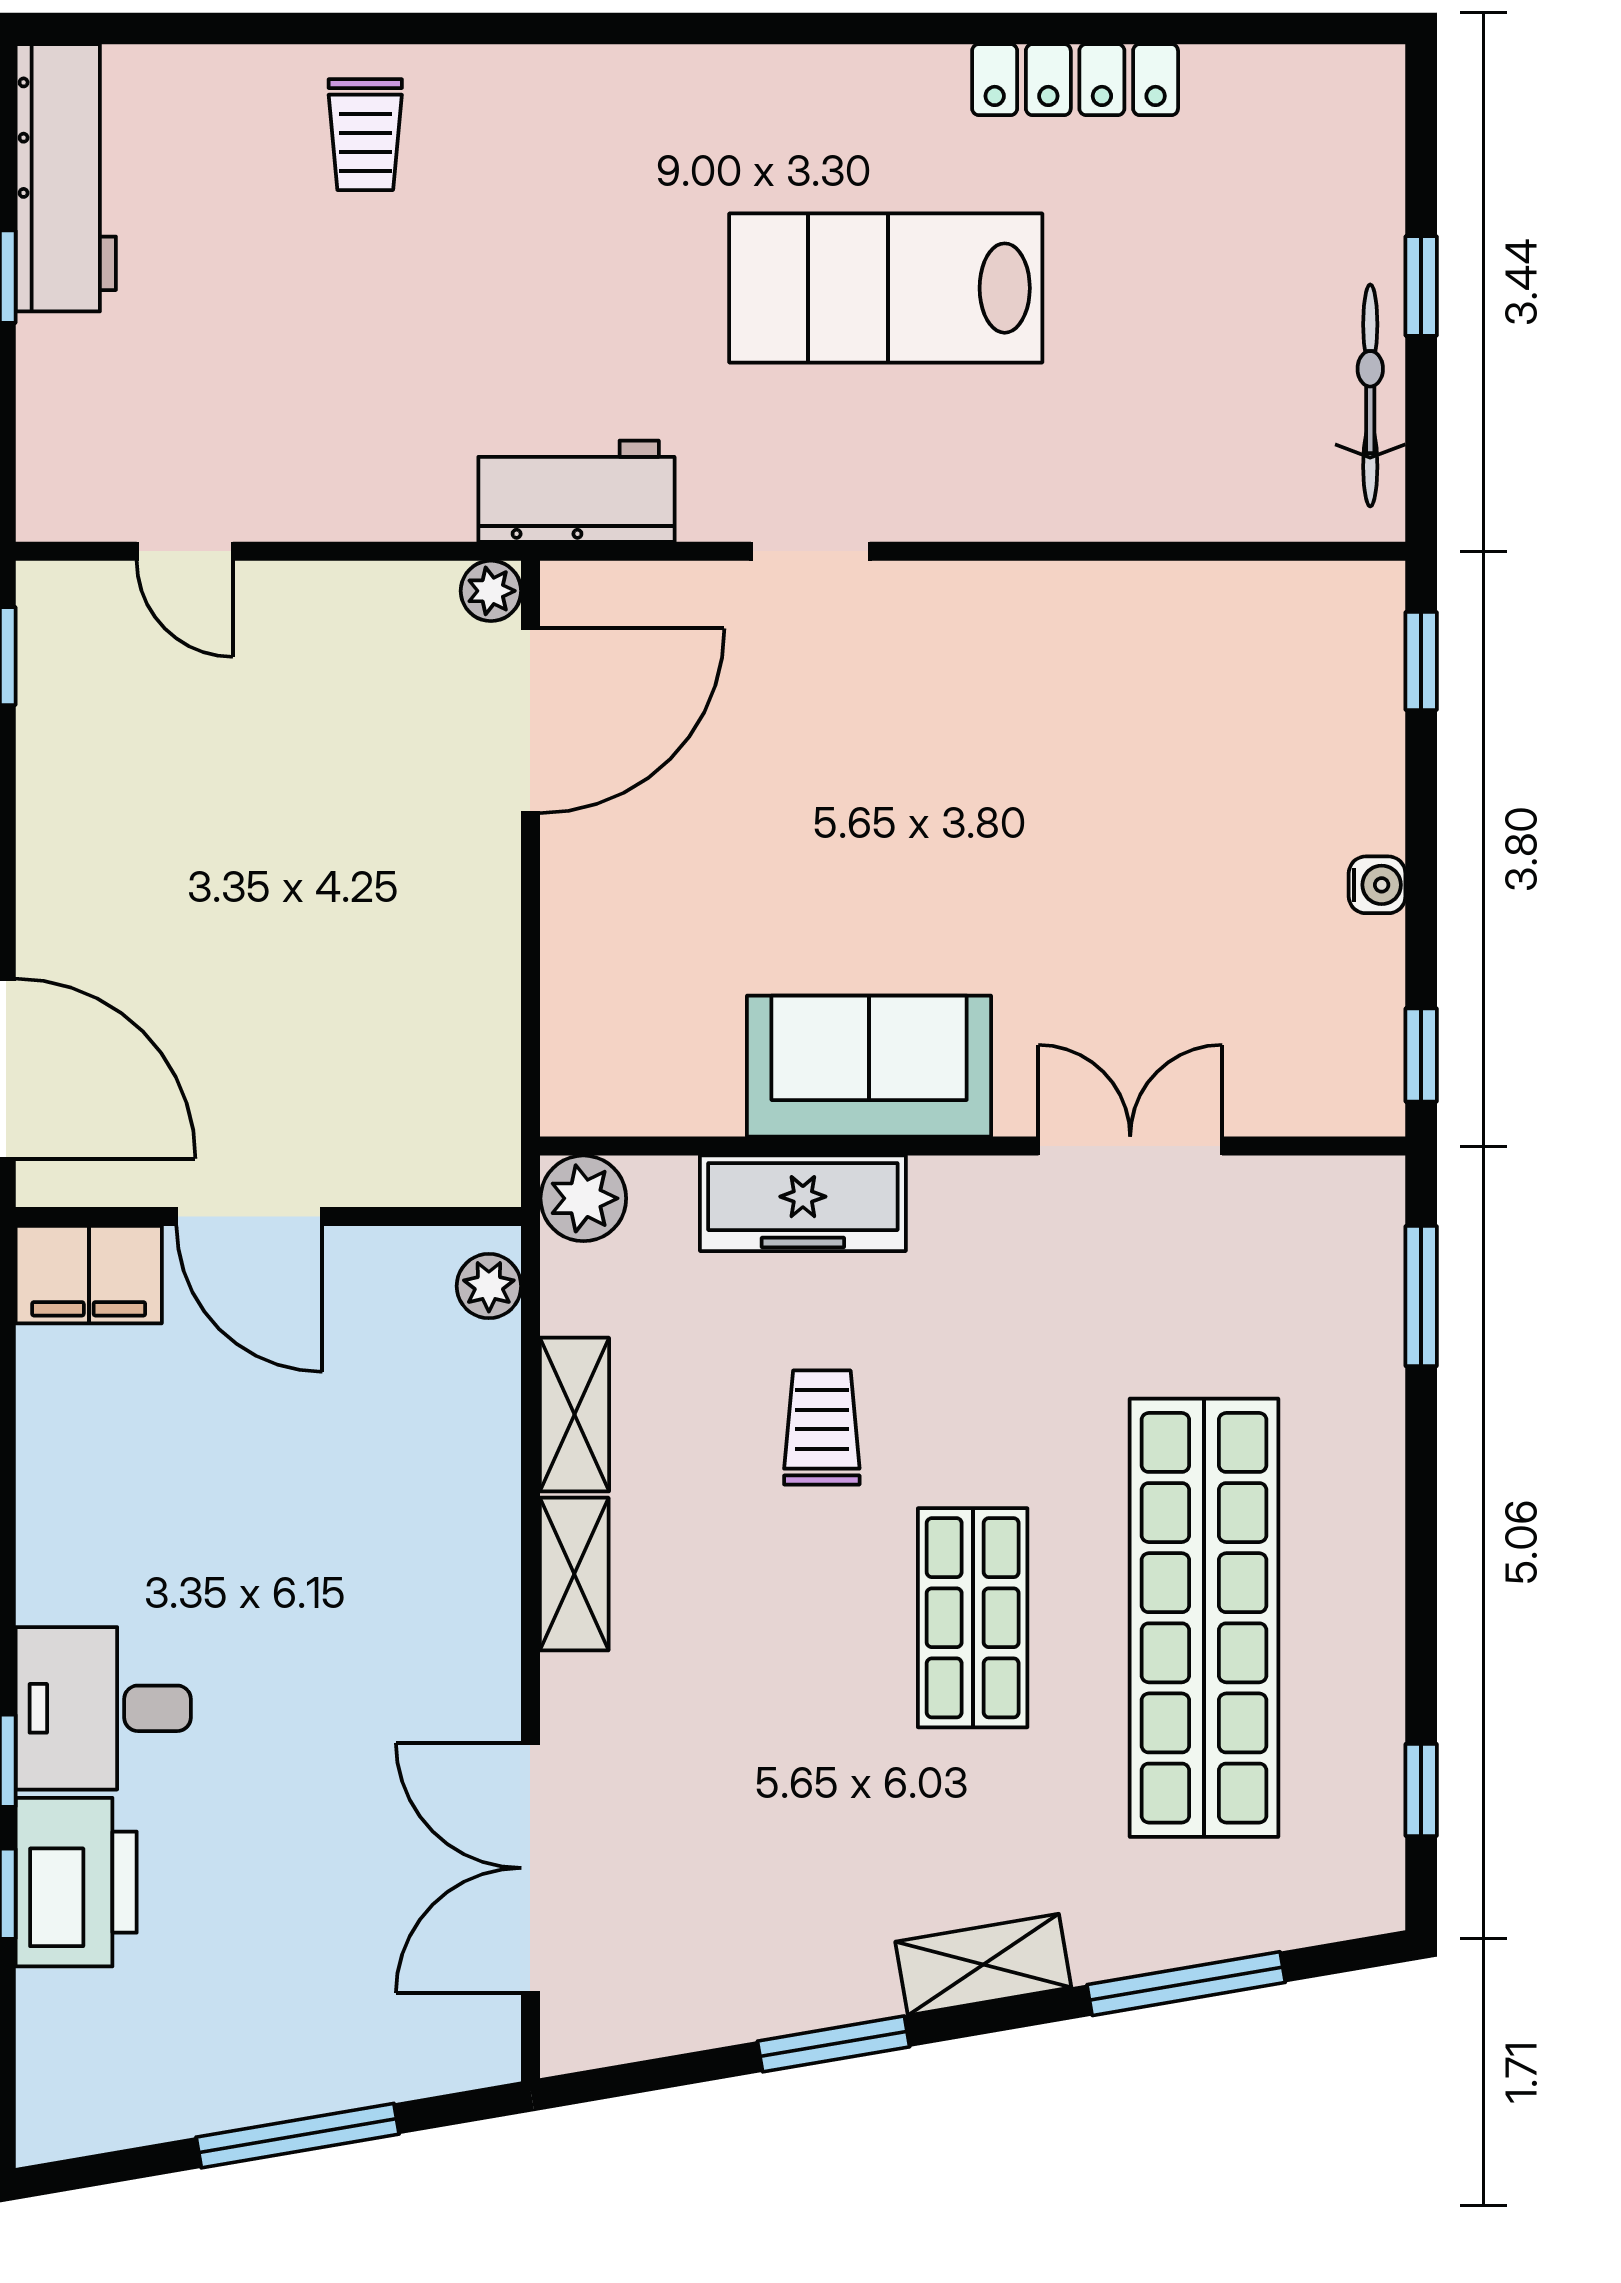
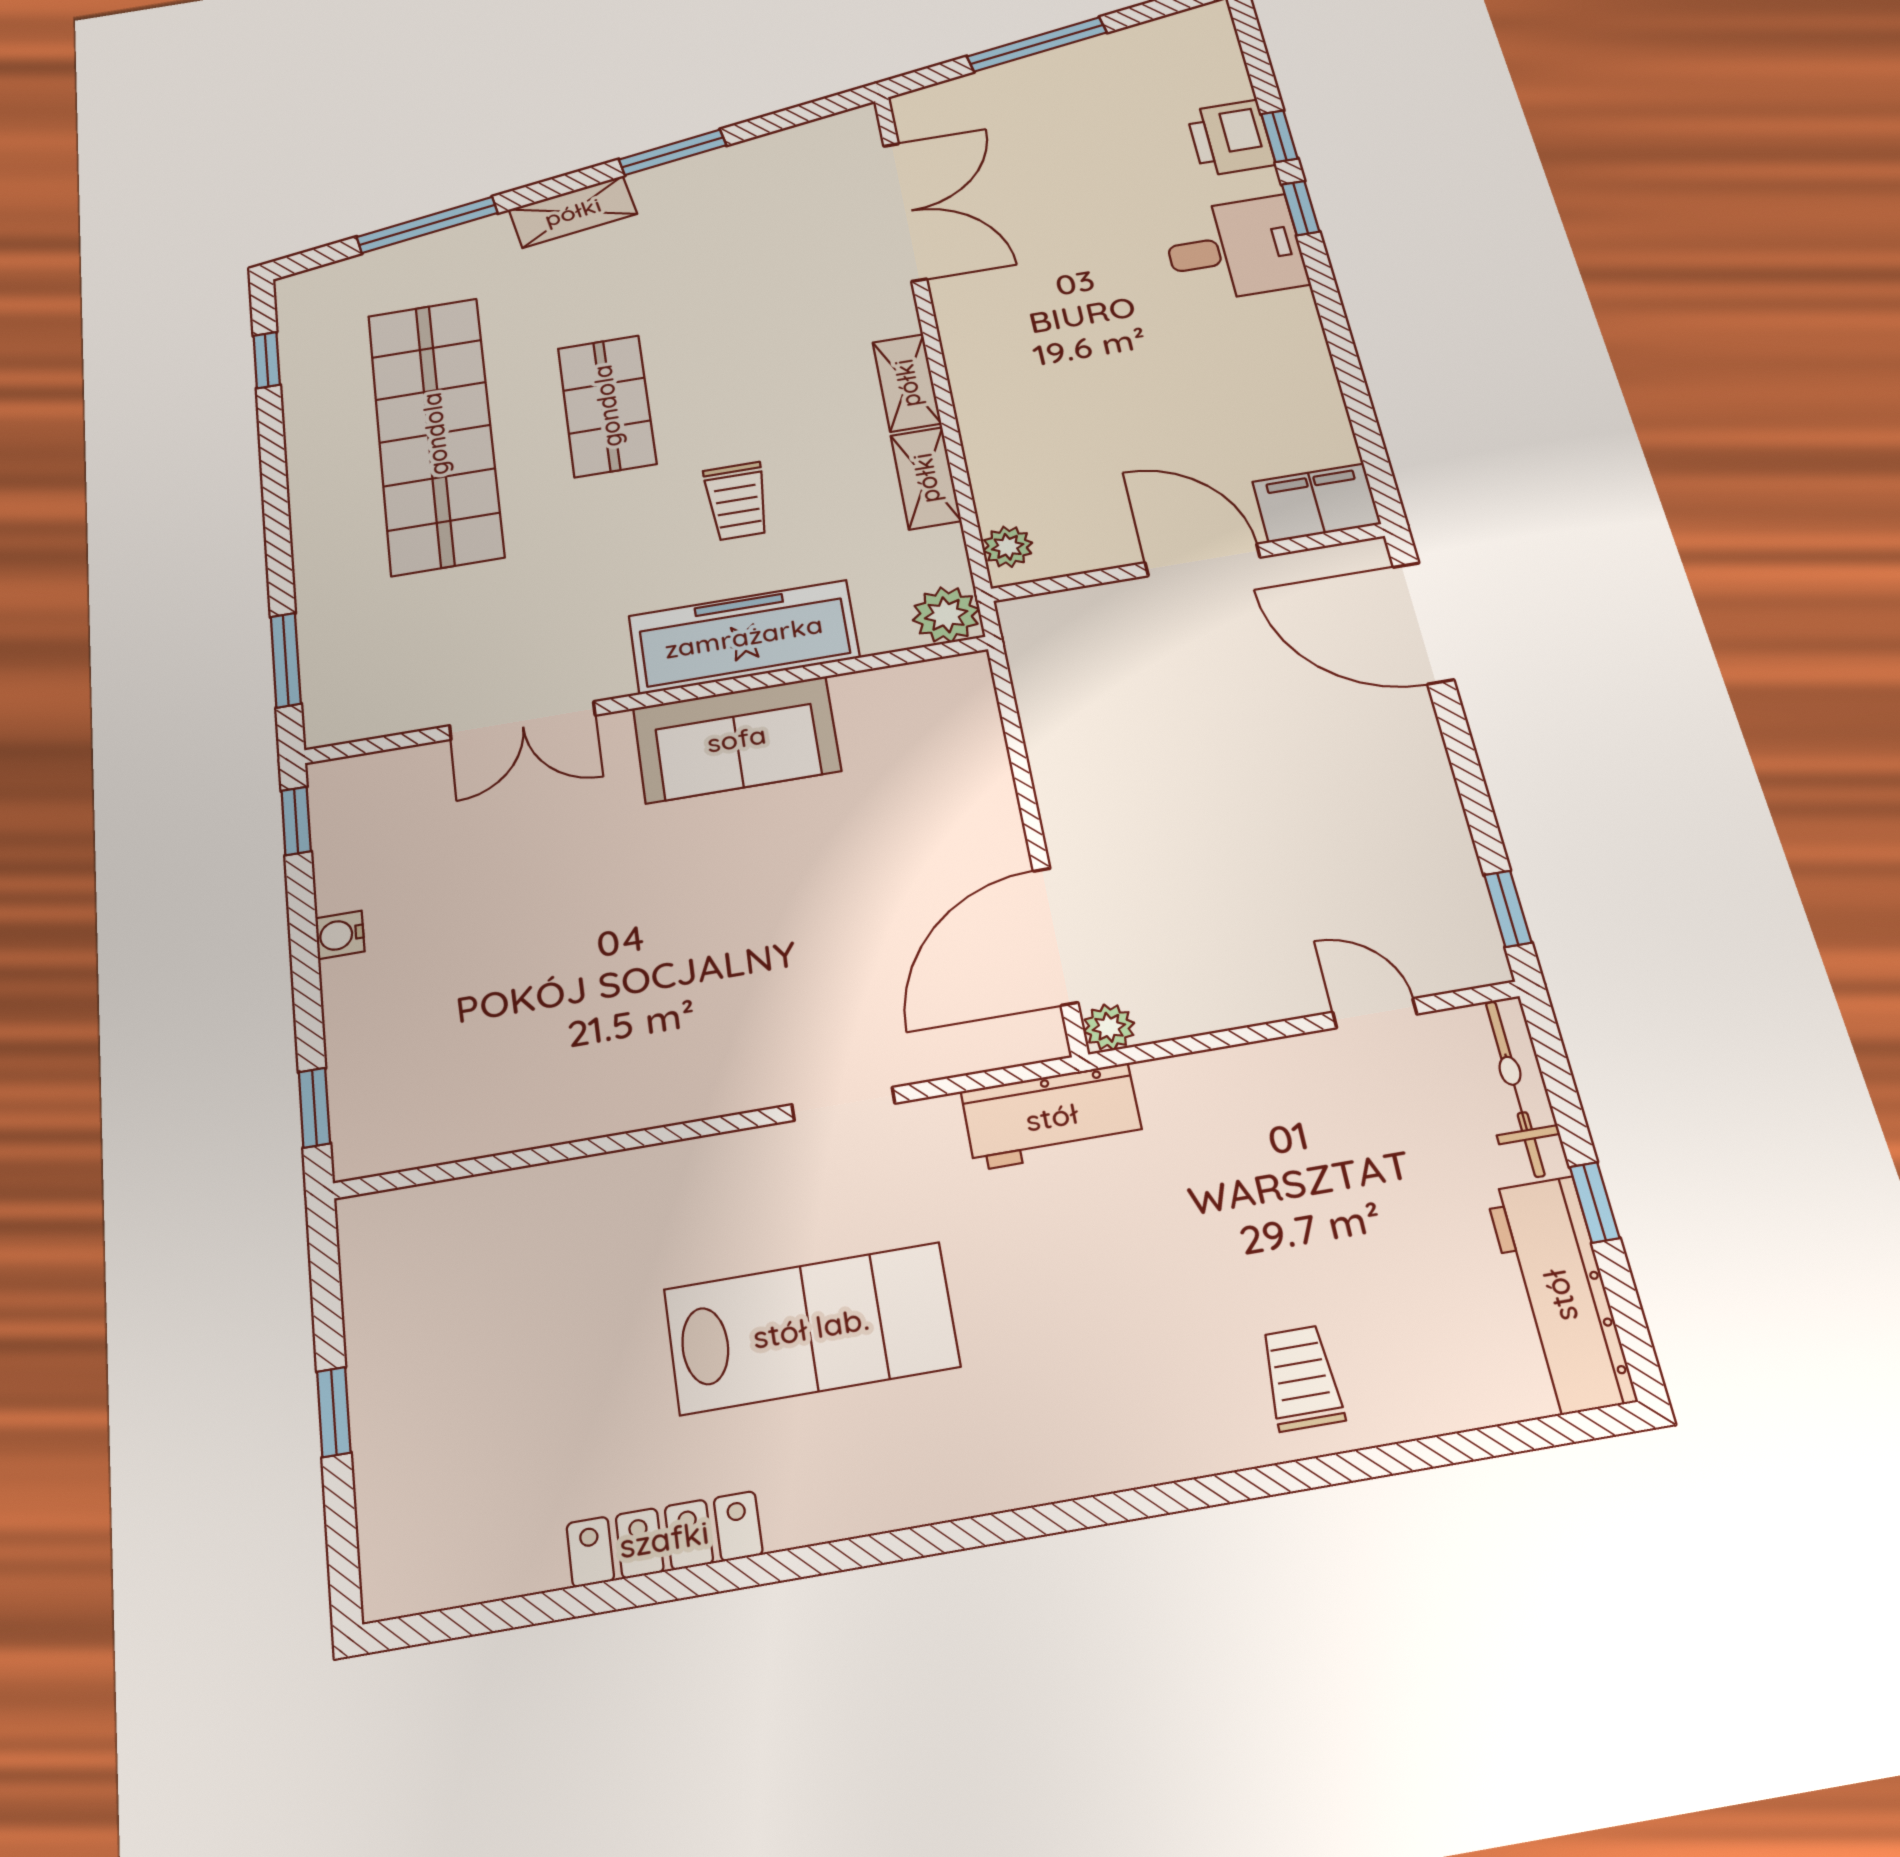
bicycle: (1370, 395) -> (1515, 1088), moved, turned 180
freezer: (803, 1203) -> (744, 637), width x1.36, depth x1.26
printer: (76, 1882) -> (1231, 138), width x0.73, depth x0.84

